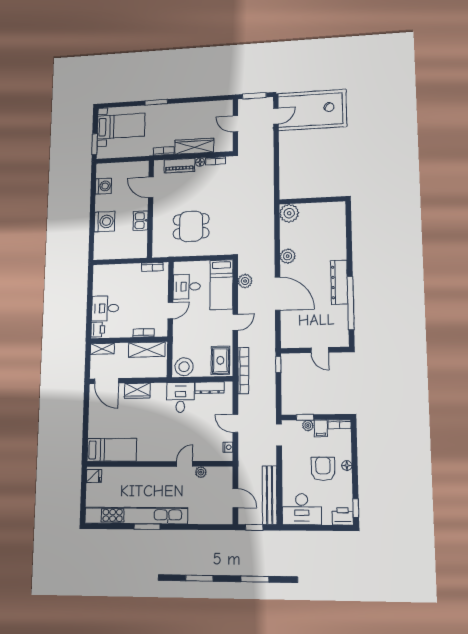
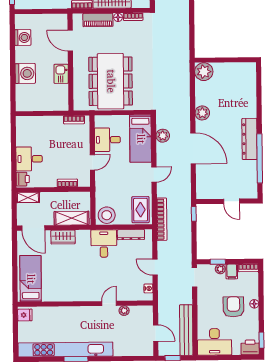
dining table: (191, 226) -> (111, 81), width x1.87, depth x1.24
shelving: (147, 350) -> (72, 218), moved
bed: (112, 450) -> (31, 279), moved, turned -90

